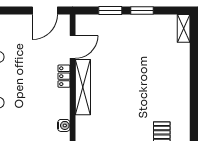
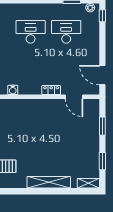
window: (142, 11) -> (102, 161), moved
shelving: (83, 87) -> (49, 182), moved

